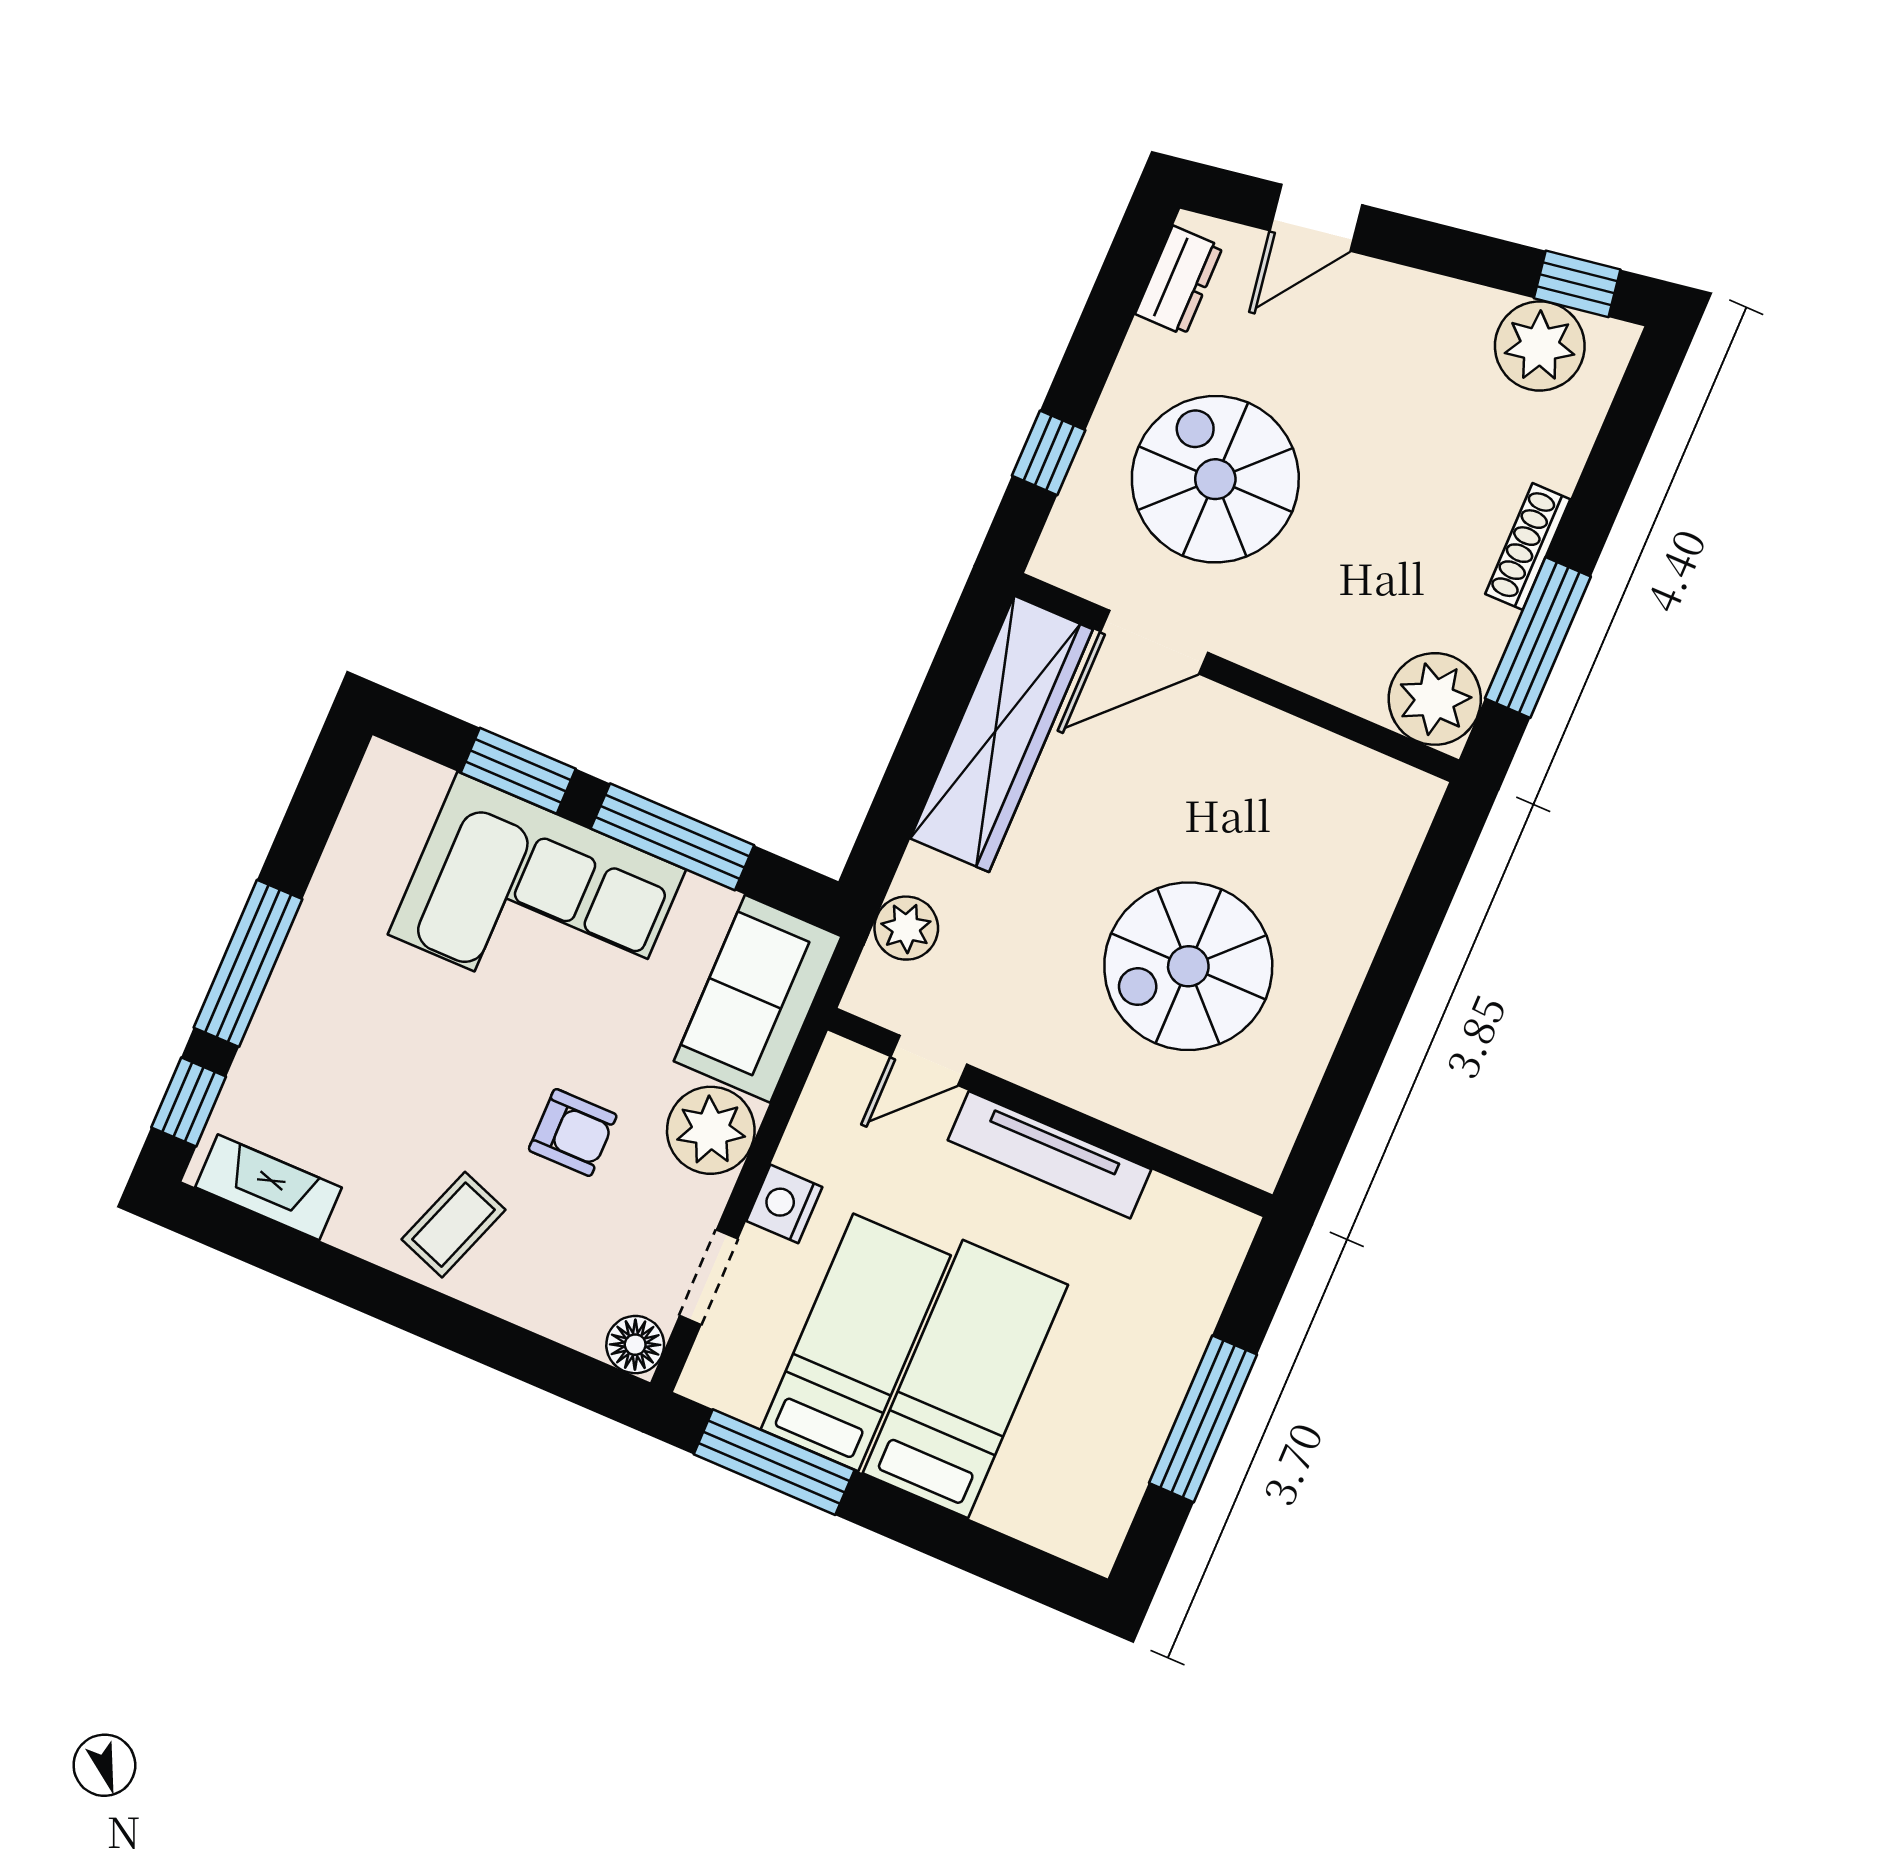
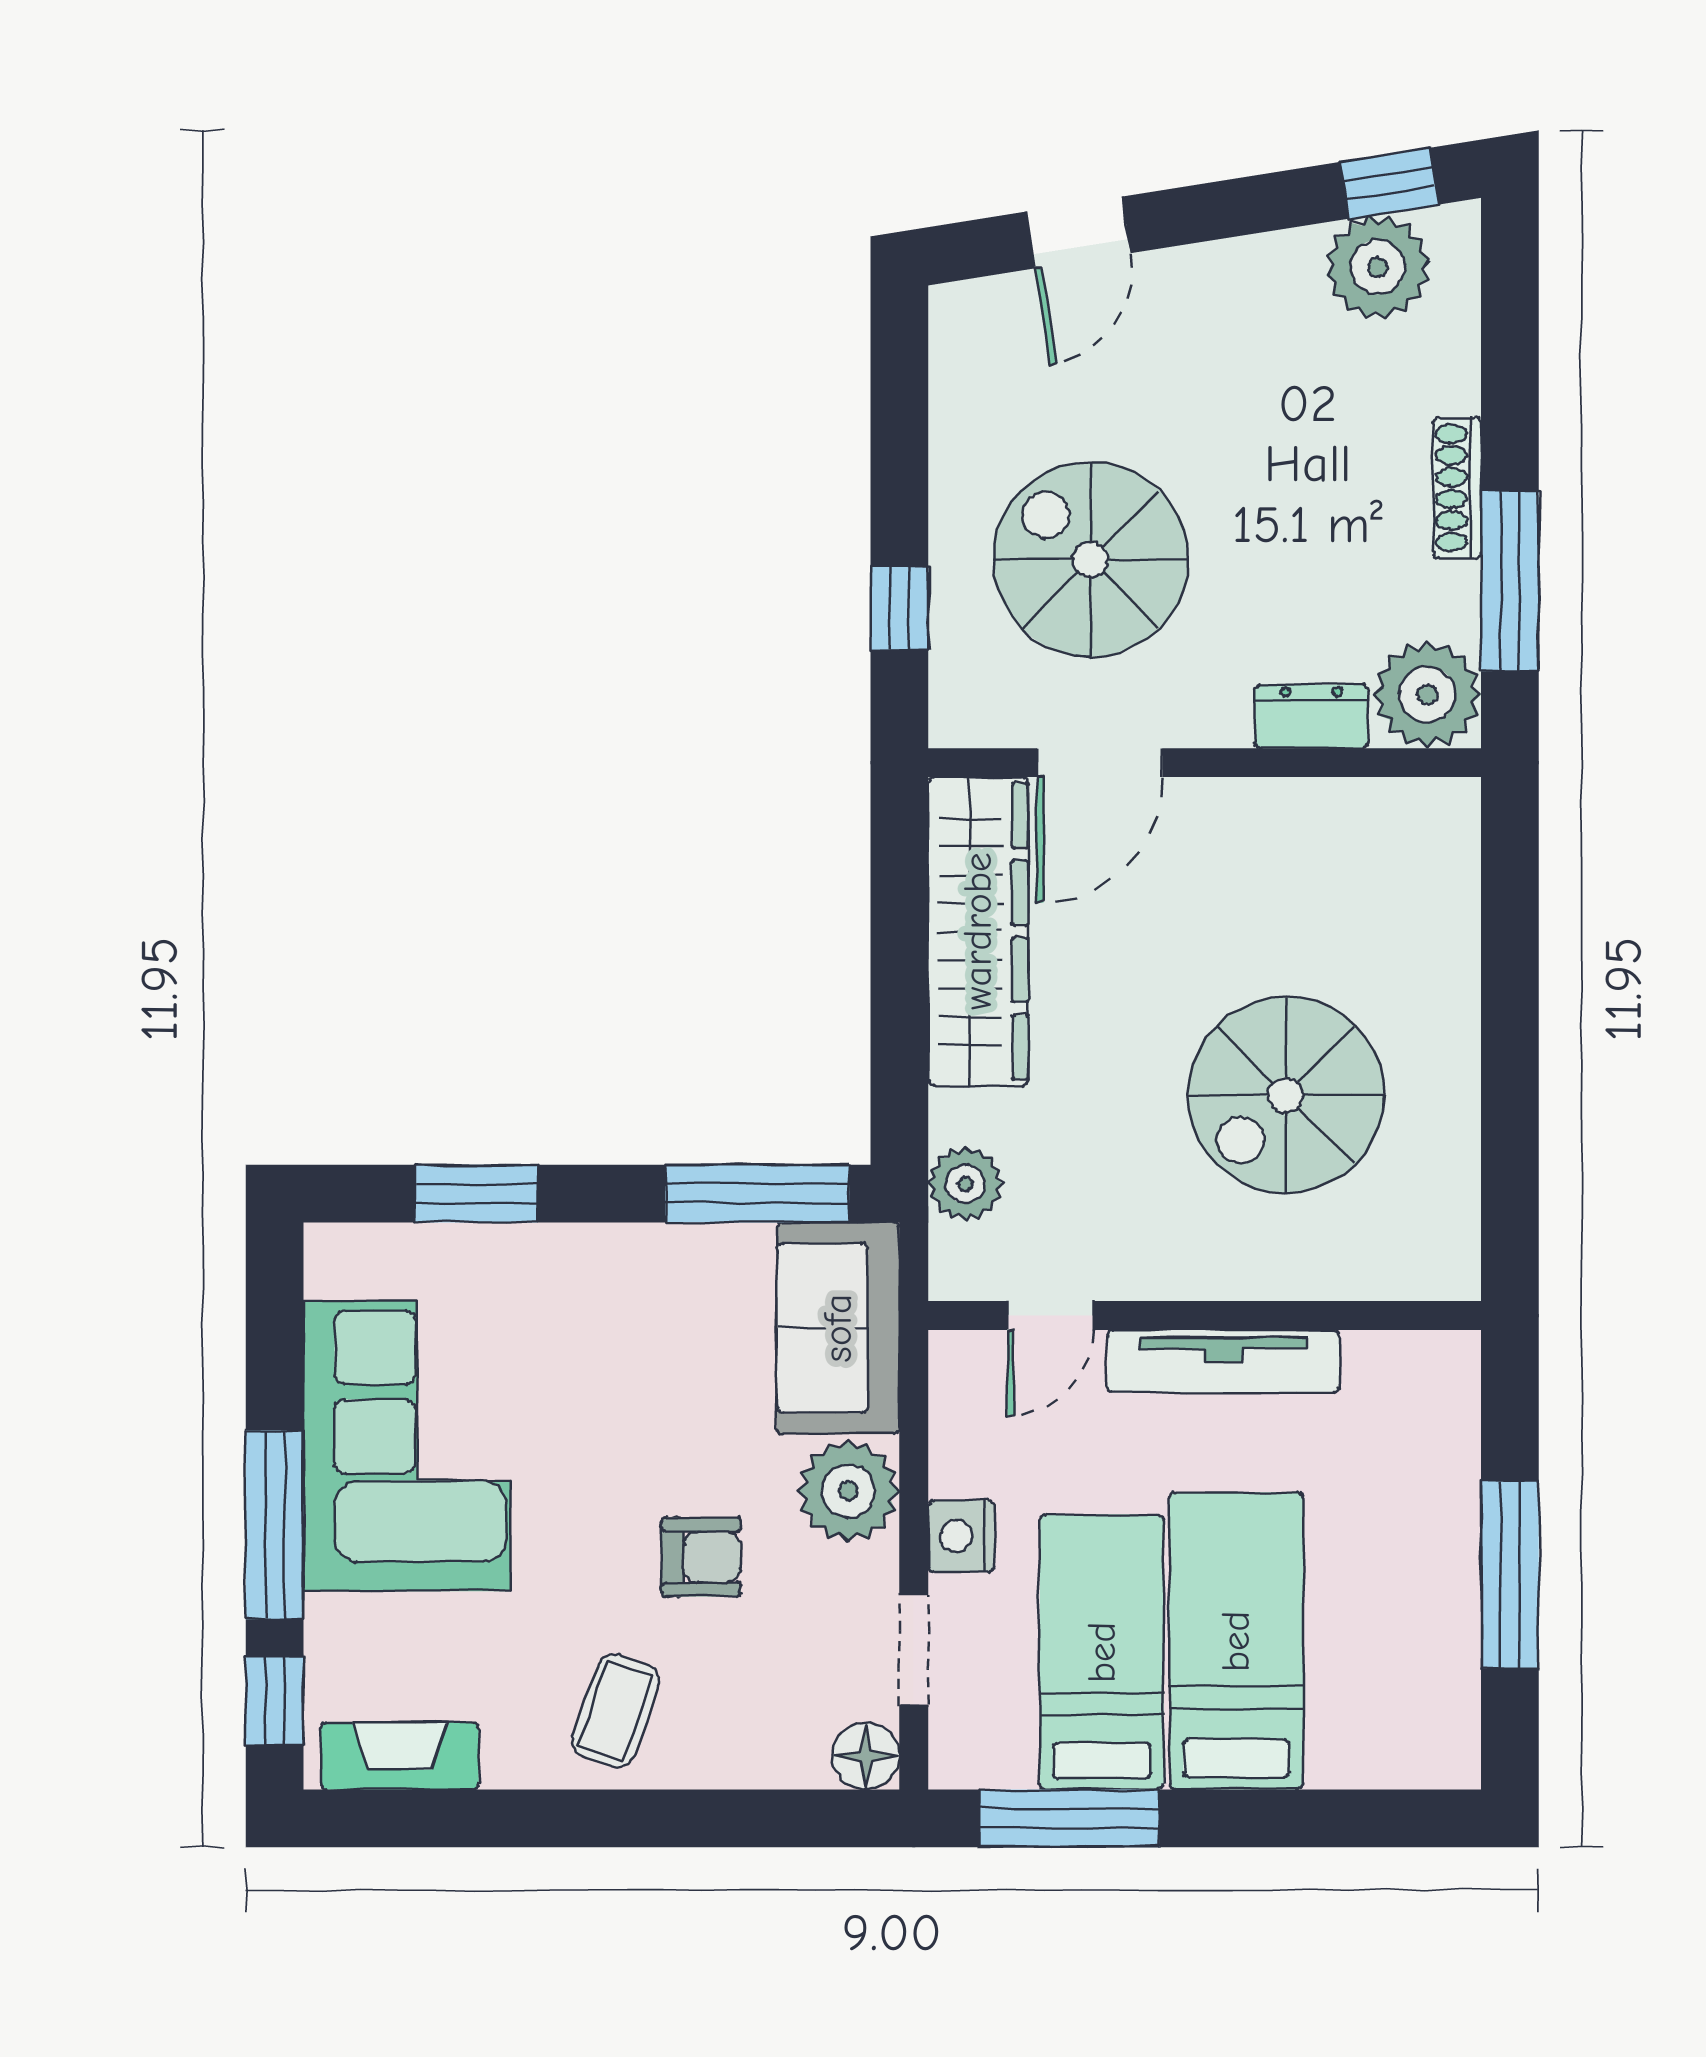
dresser: (1179, 280) -> (1311, 716), moved, turned -90
window: (672, 837) -> (757, 1194), moved
corner sofa: (537, 902) -> (407, 1446), moved, turned -90

